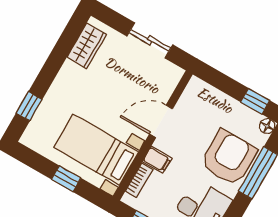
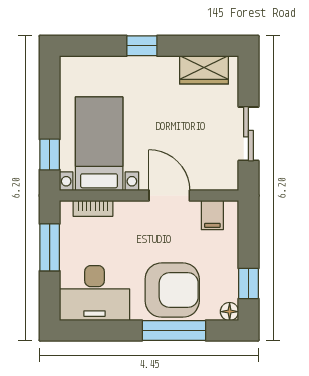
window: (29, 106) -> (142, 46), moved
filing cabinet: (157, 160) -> (212, 215), moved
window: (66, 179) -> (50, 155), moved

